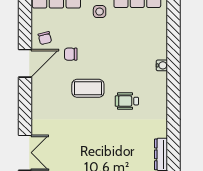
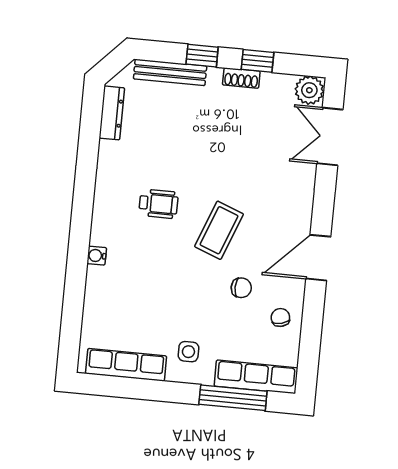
door: (25, 63) -> (318, 258), moved
coffee table: (88, 88) -> (219, 230), turned -69

